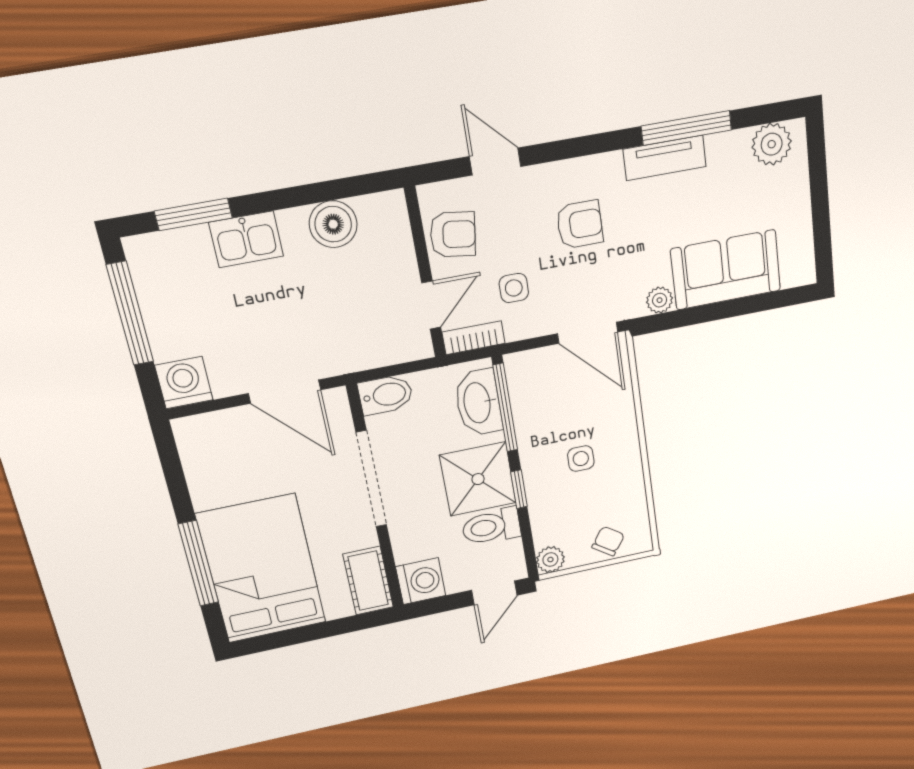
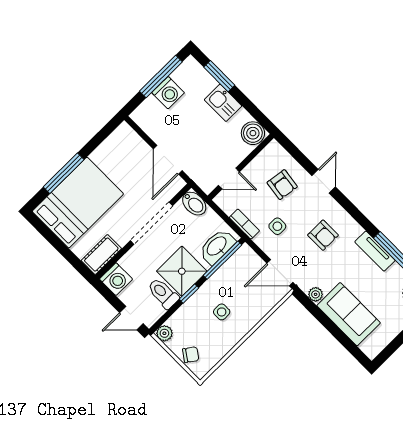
wall: (425, 273) -> (241, 167), moved
door: (431, 305) -> (229, 179), moved
door: (588, 333) -> (280, 273), hinge flipped
washing machine: (184, 383) -> (168, 93), moved, turned 90

